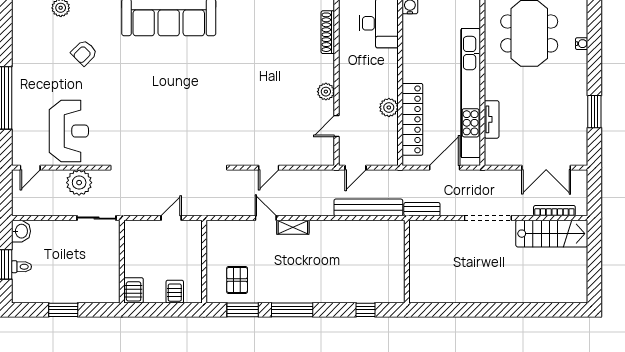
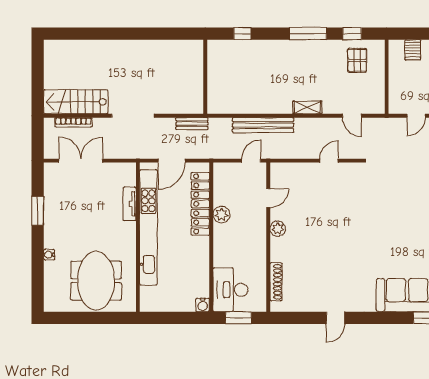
water cooler: (582, 44) -> (49, 255), moved
bench: (368, 207) -> (263, 125), moved
door: (266, 218) -> (352, 116), moved
window: (243, 310) -> (352, 34), width x0.67

